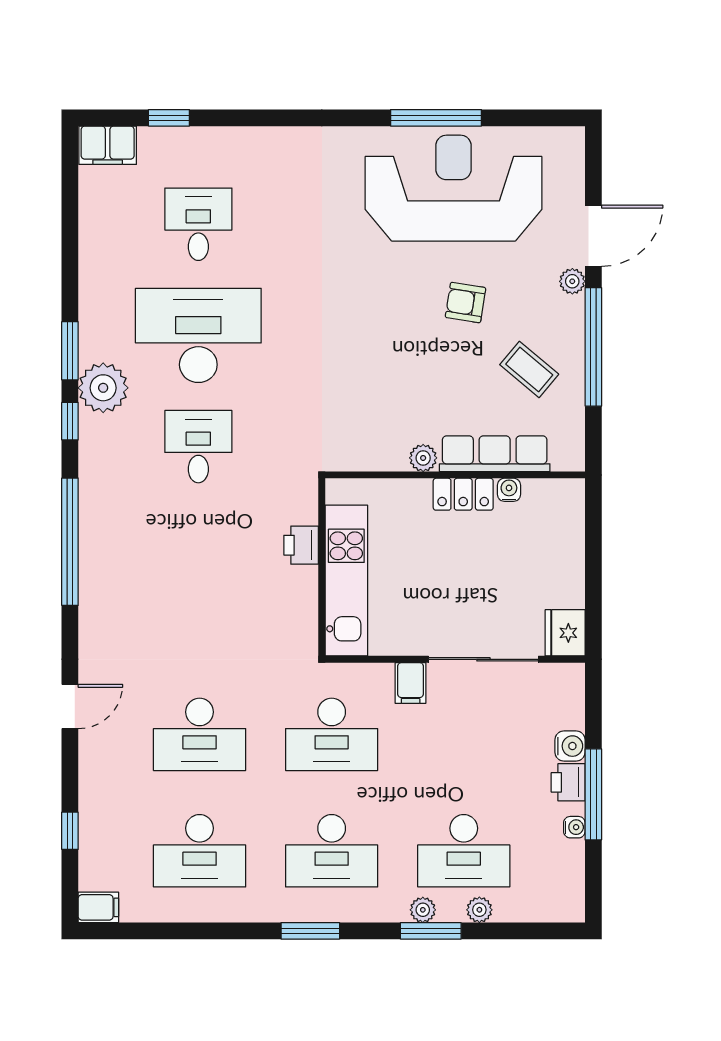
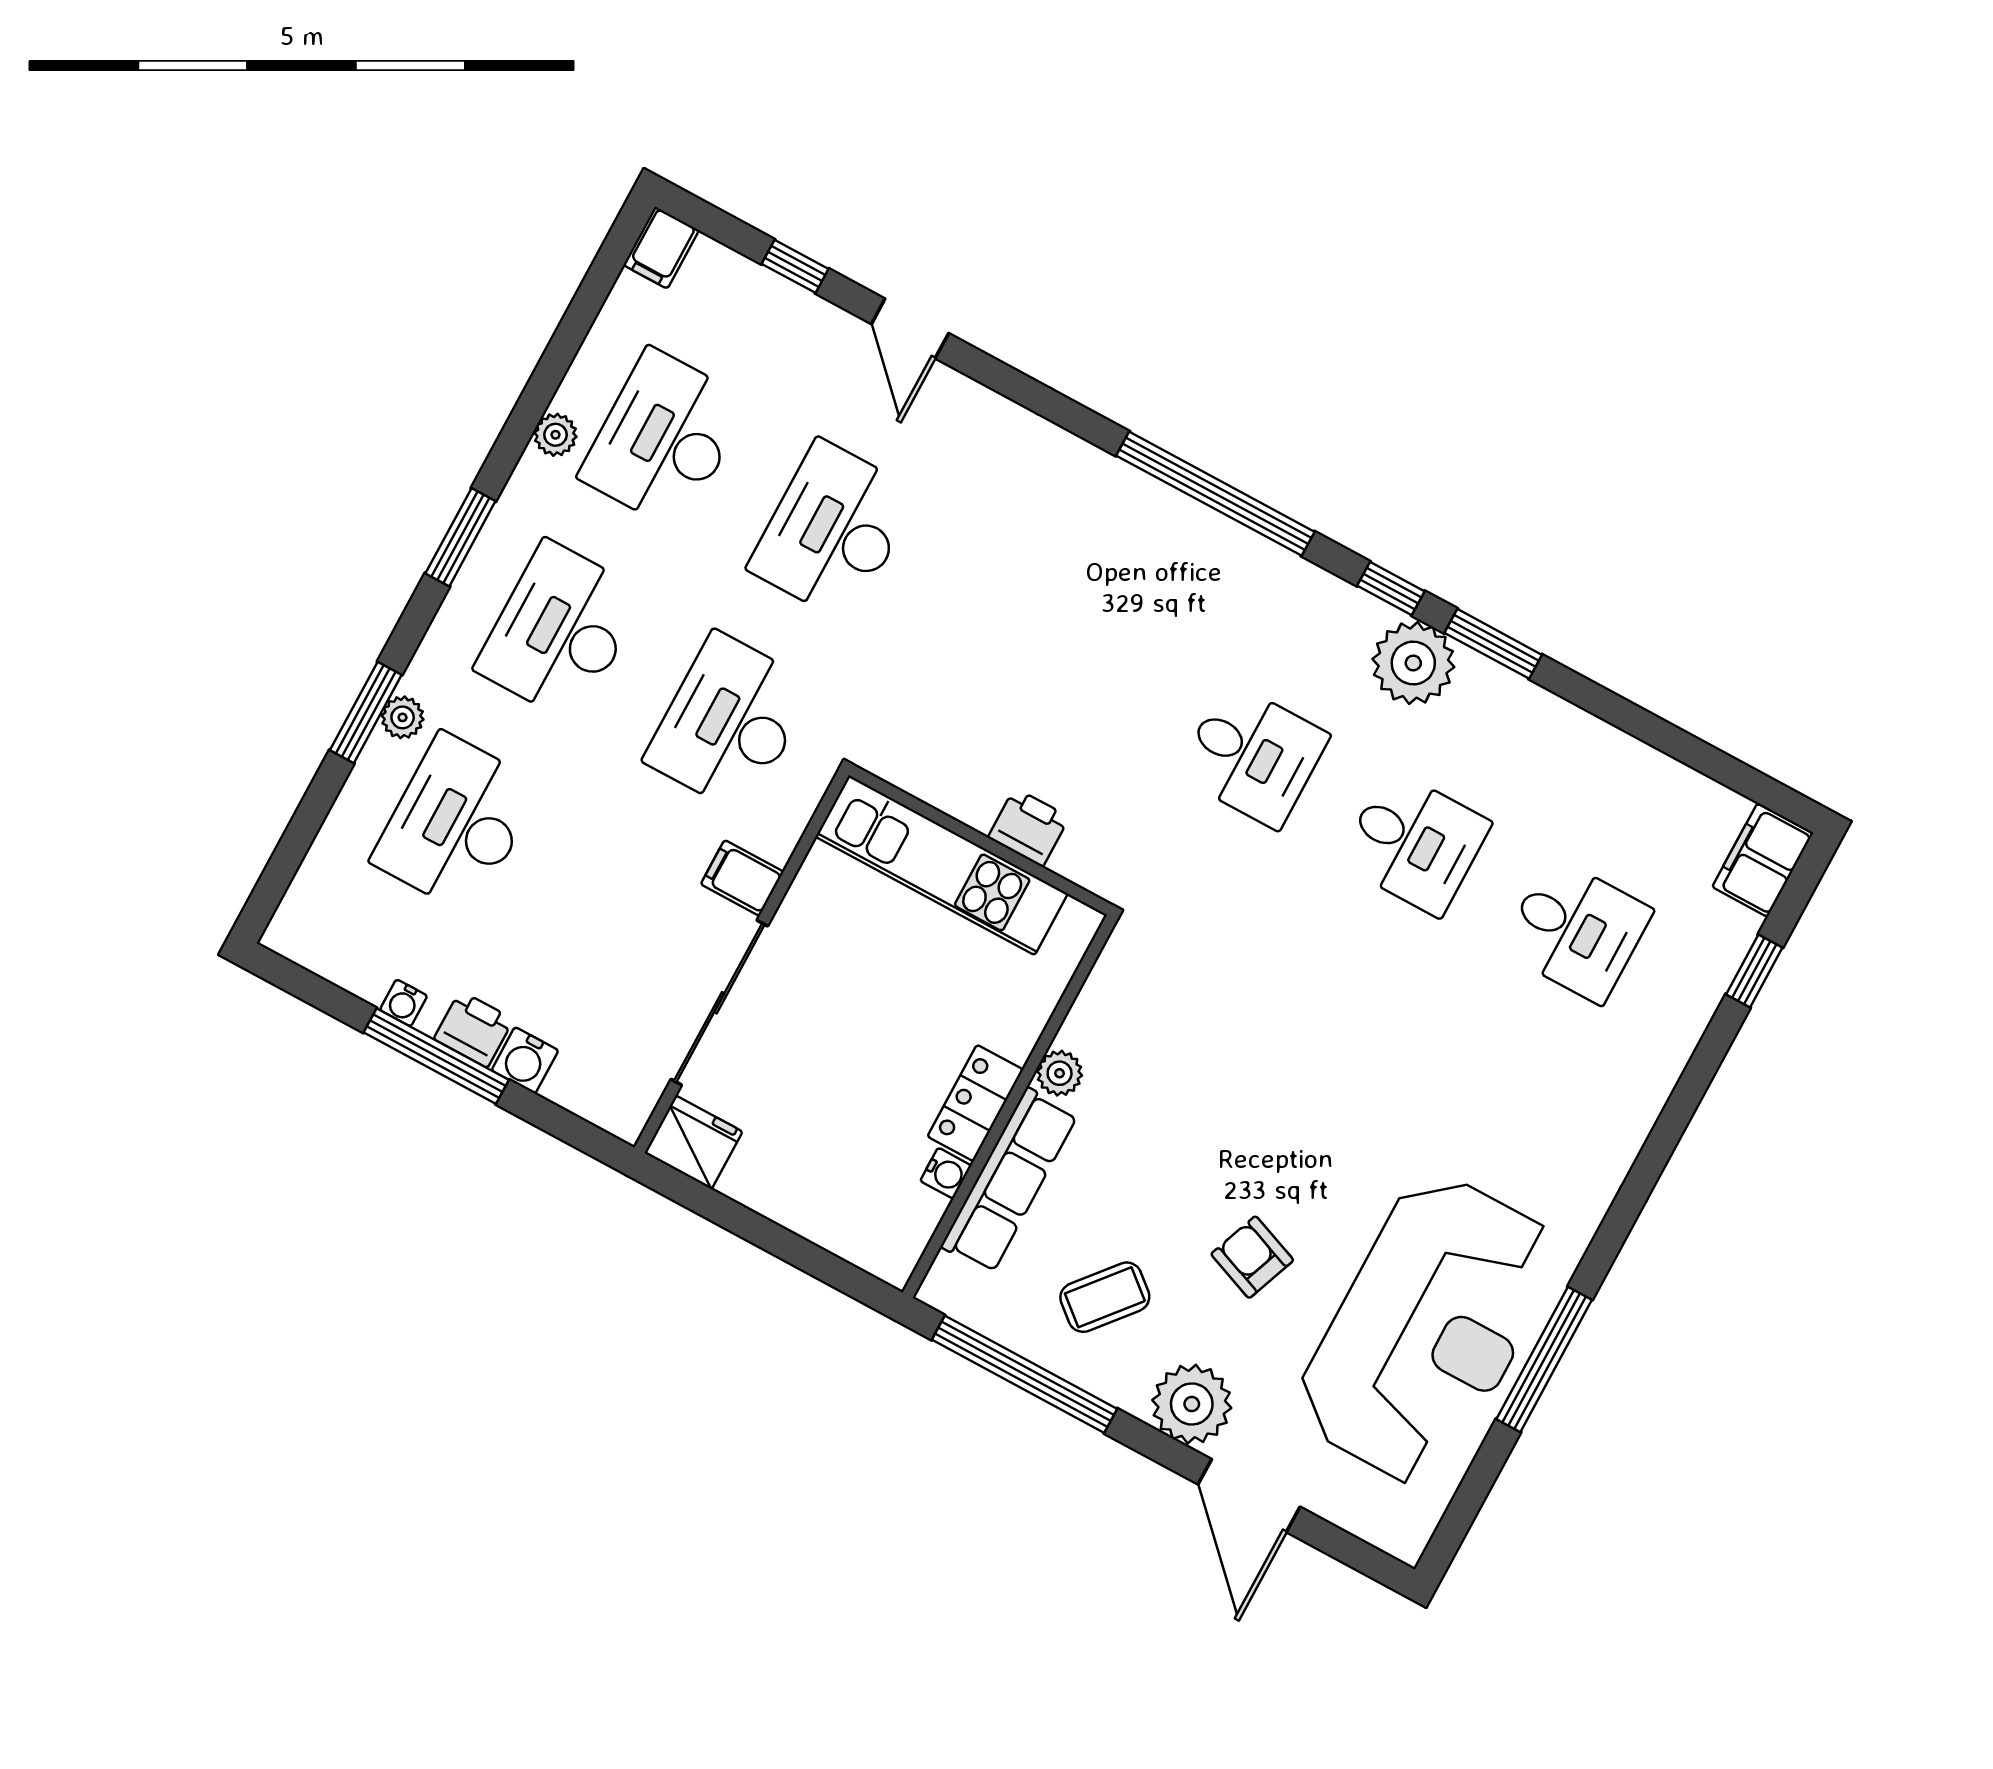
plant: (572, 281) -> (1192, 1404), width x1.88, depth x1.88
armchair: (465, 303) -> (1252, 1257), turned -78
desk: (198, 335) -> (1415, 843), width x0.53, depth x0.77
window: (593, 347) -> (1024, 1374), moved
door: (70, 707) -> (910, 329), moved
plant: (479, 910) -> (555, 435), moved

